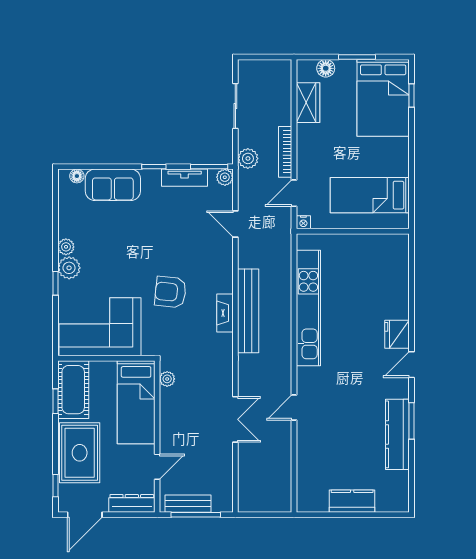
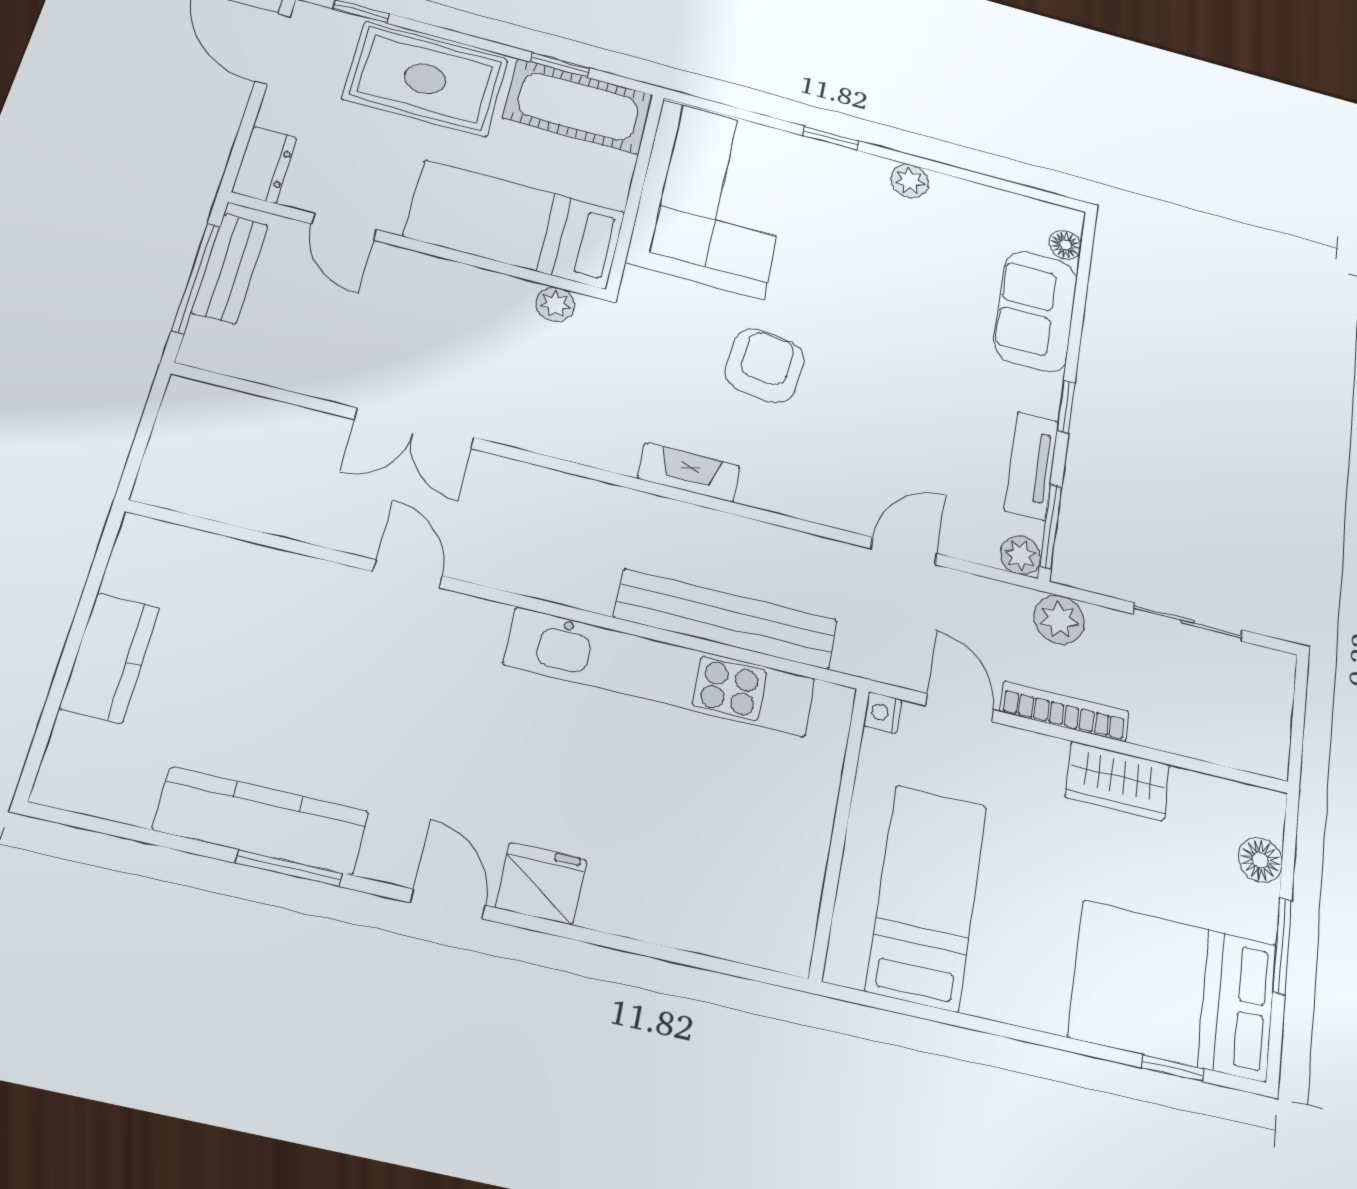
wardrobe: (308, 103) -> (1117, 781), moved
plant: (69, 268) -> (861, 174), removed
bench: (248, 311) -> (726, 619), moved
dresser: (132, 503) -> (265, 165), width x0.70

